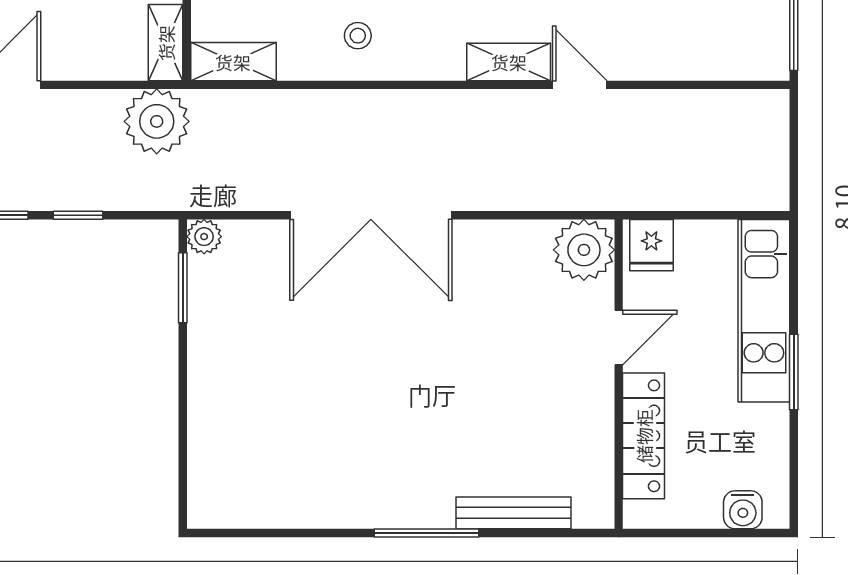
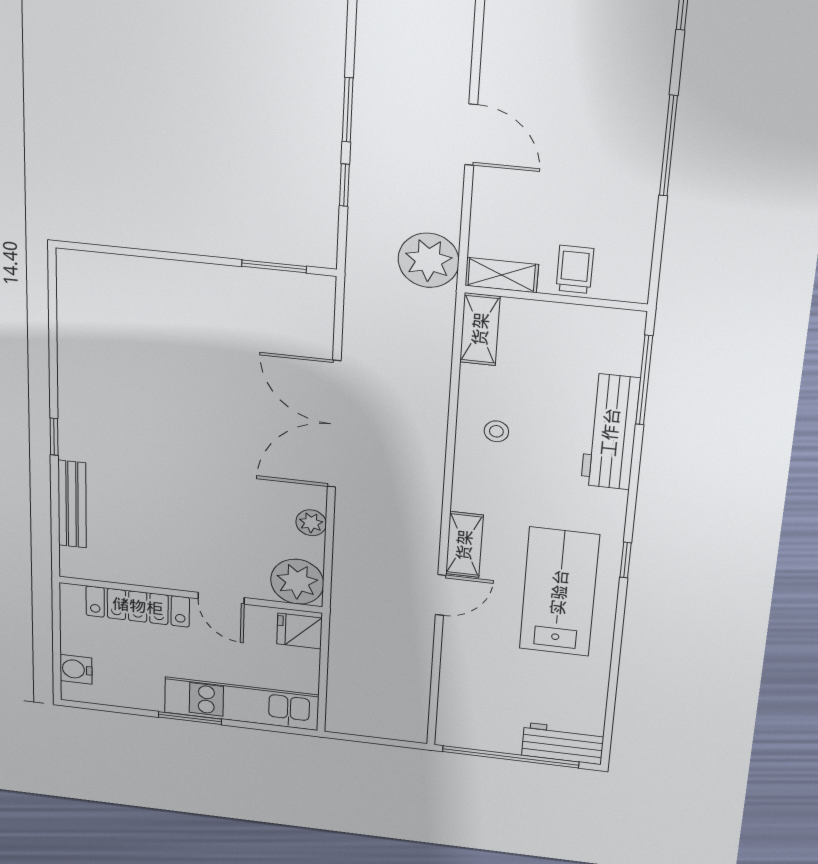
plant: (204, 237) -> (311, 523), moved
window: (426, 533) -> (54, 437), width x0.46

